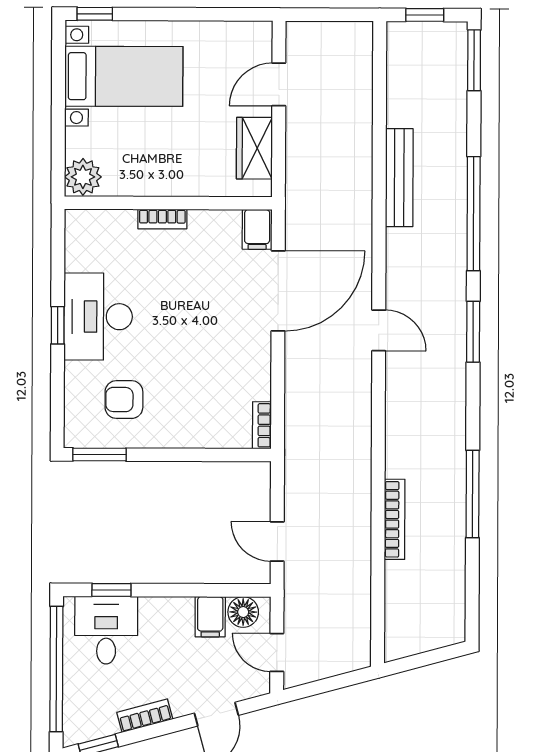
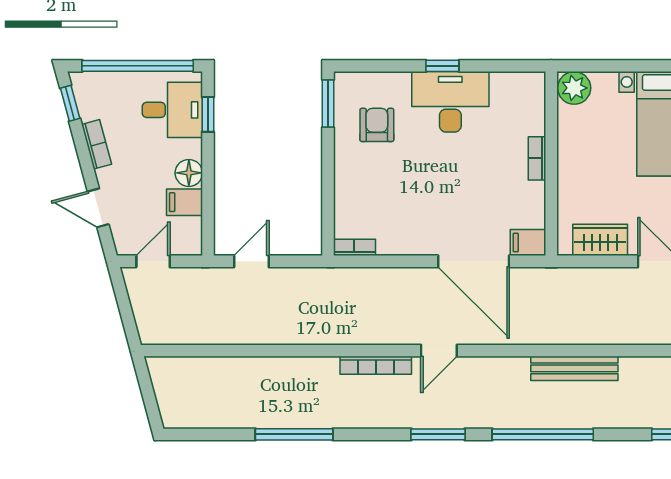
bookcase: (395, 519) -> (376, 365), moved
floor lamp: (243, 612) -> (189, 173), moved

